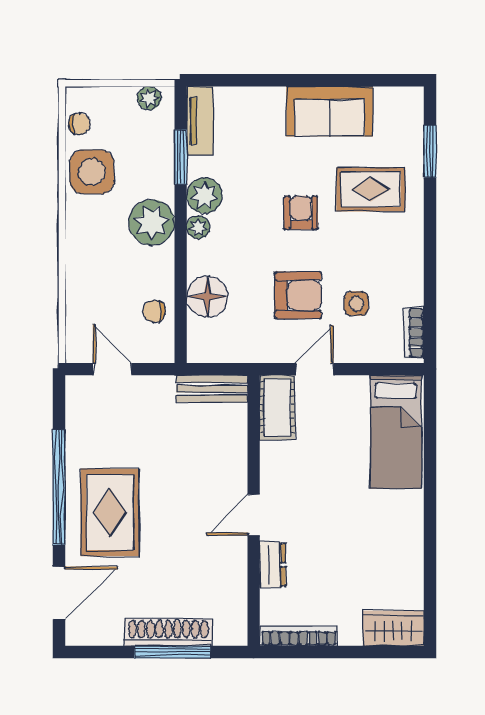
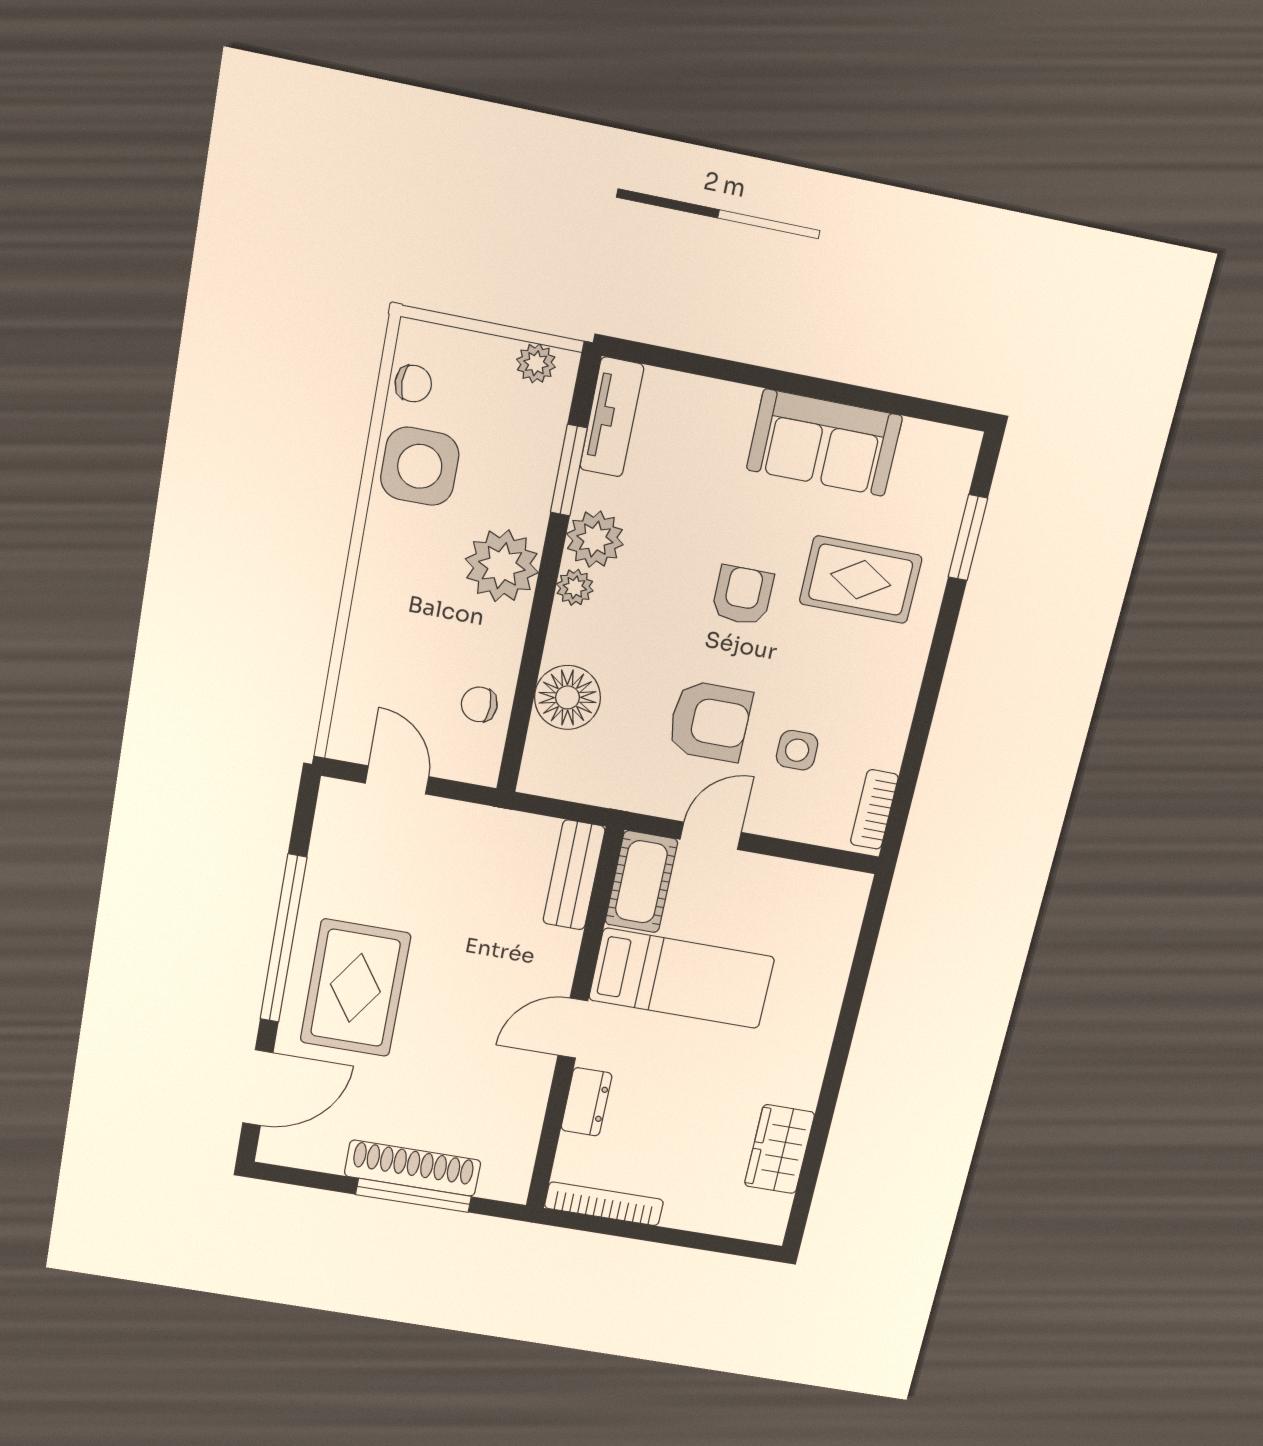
bench: (212, 389) -> (574, 875), moved, turned 90
bed: (396, 432) -> (682, 978), moved, turned -90
wardrobe: (393, 628) -> (779, 1149), moved, turned -90

